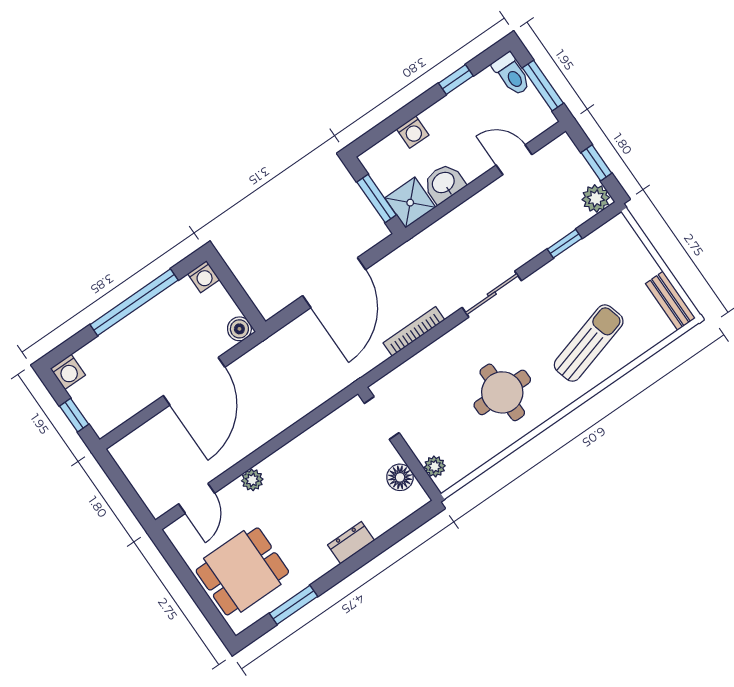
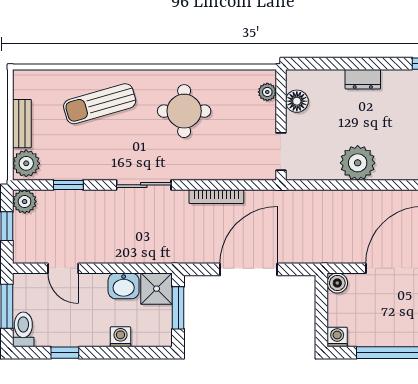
plant: (620, 236) -> (26, 163), added
bench: (670, 301) -> (22, 124), moved
plant: (252, 480) -> (358, 163), moved, width x1.88, depth x1.88

